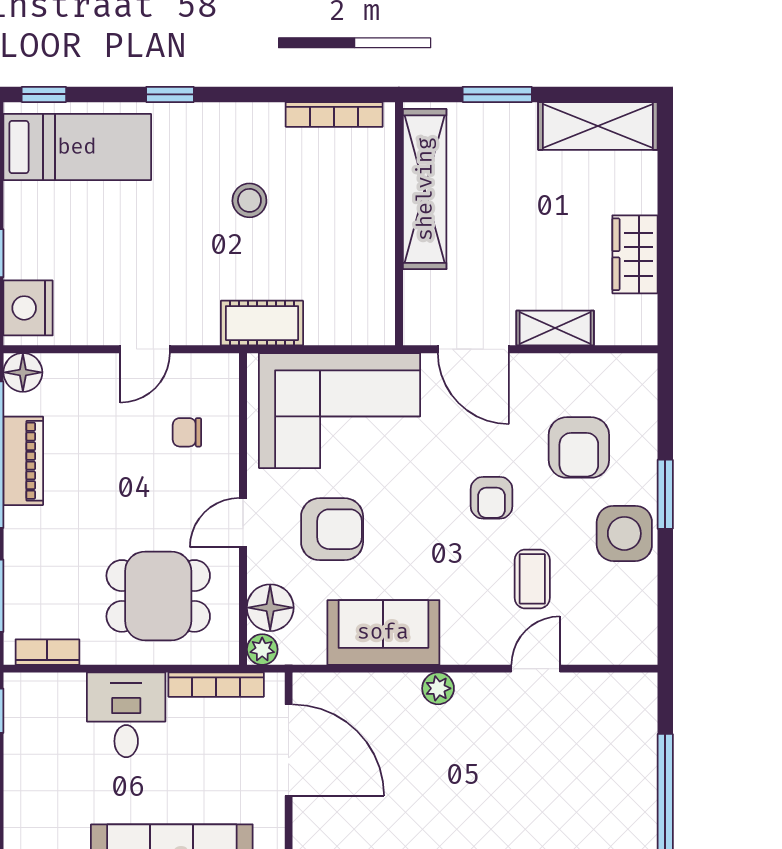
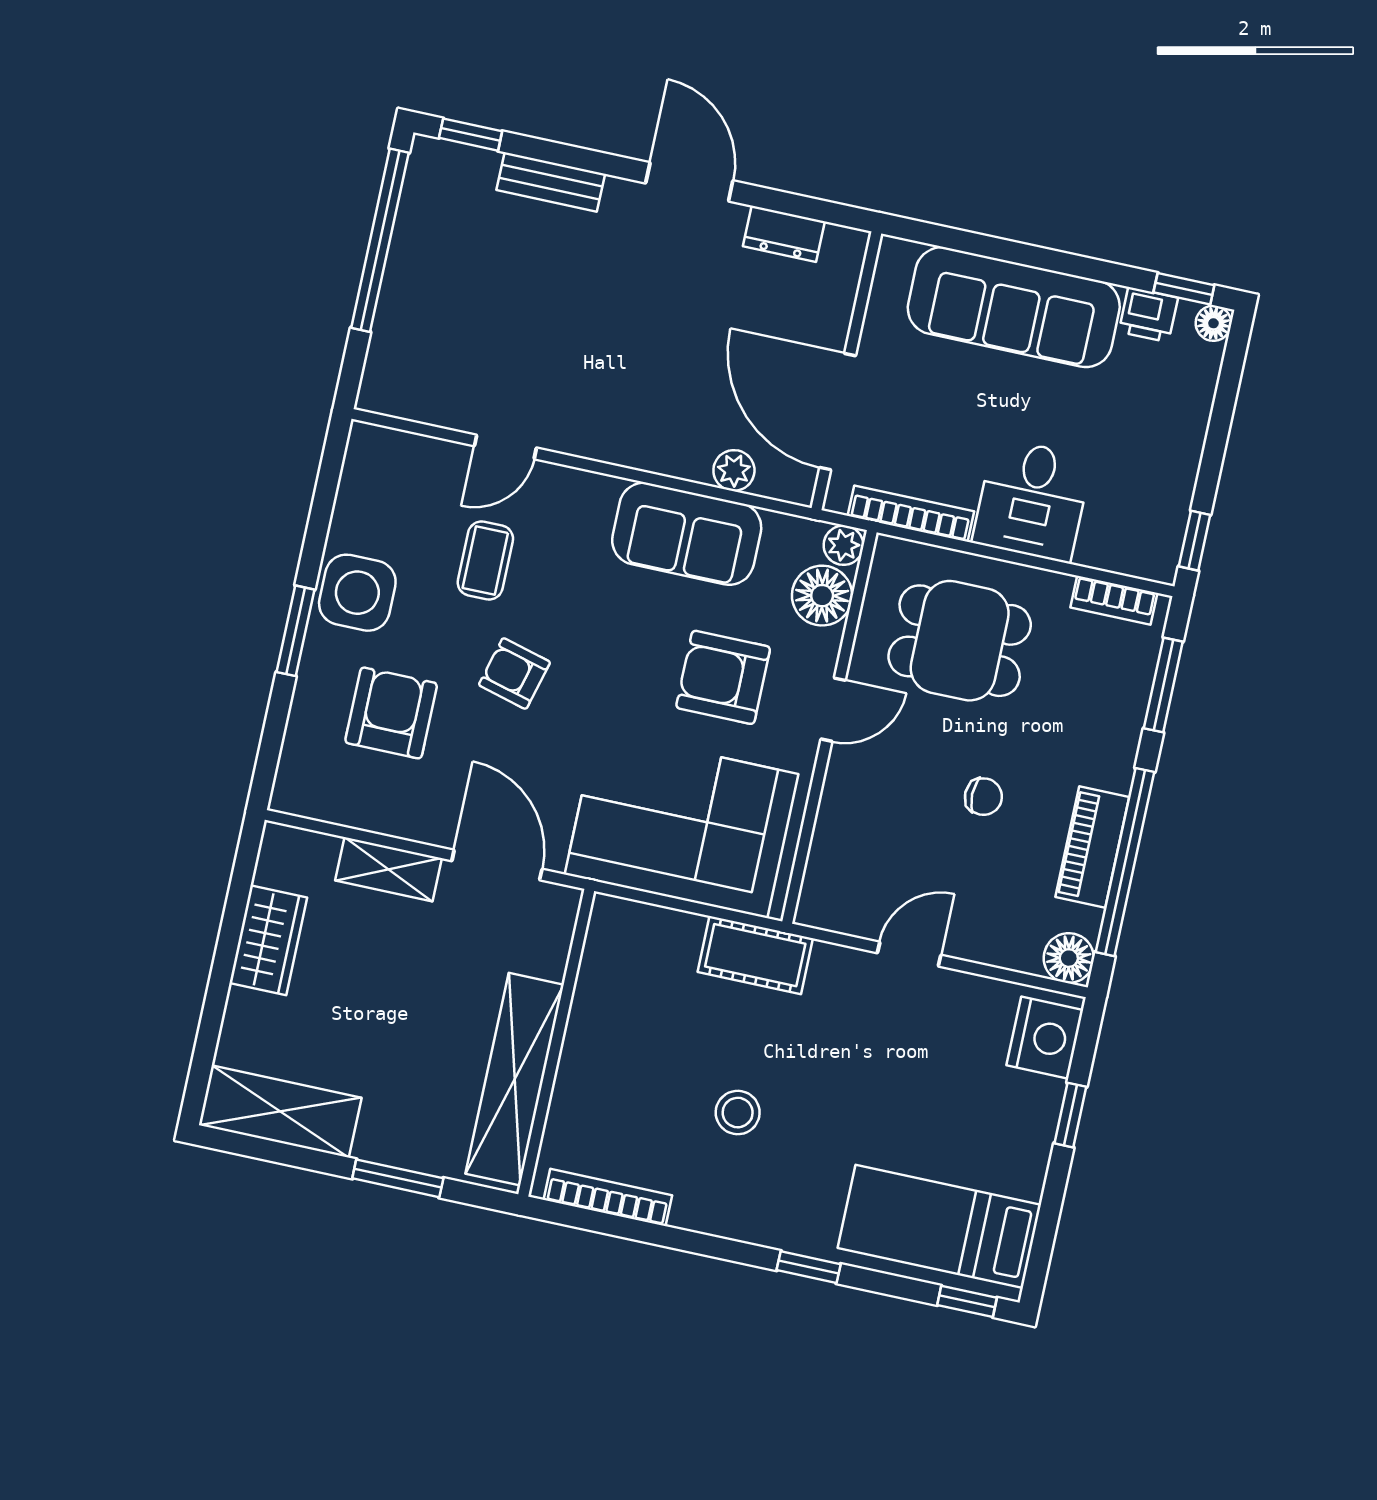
chair: (187, 432) -> (983, 797), moved
armchair: (491, 498) -> (514, 673), turned -75
plant: (438, 688) -> (734, 470), moved

